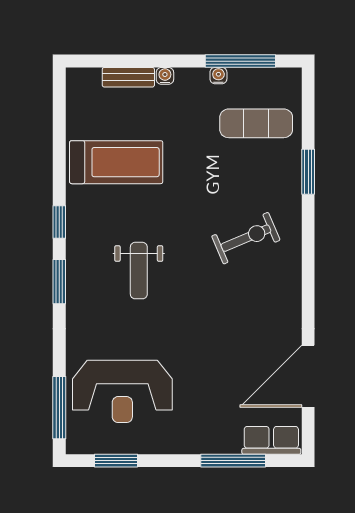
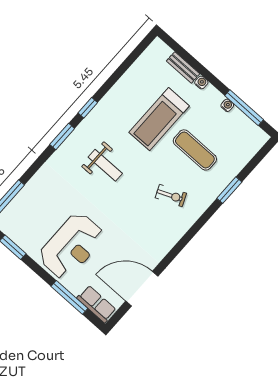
exercise mat: (256, 123) -> (195, 150), moved
treadmill: (116, 162) -> (159, 119), moved, turned 90
exercise bike: (246, 238) -> (171, 196), width x0.73, depth x0.72
weight bench: (139, 271) -> (105, 165), turned -90
reception desk: (122, 391) -> (71, 246), moved, turned -90

